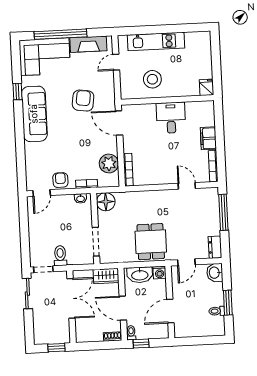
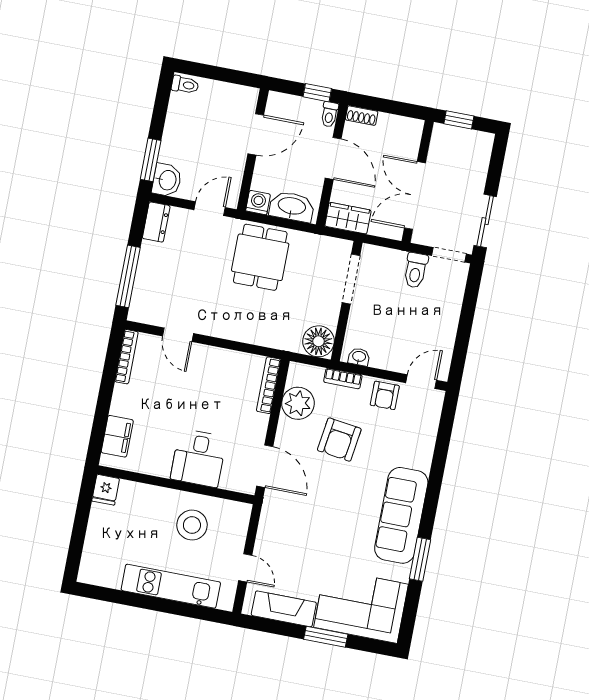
window: (61, 34) -> (326, 637), width x0.47
door: (116, 62) -> (245, 568), hinge flipped
window: (17, 91) -> (420, 559), width x1.50
armchair: (83, 101) -> (339, 440), moved
desk: (171, 118) -> (199, 458), moved
filing cabinet: (208, 138) -> (117, 436), moved
window: (228, 303) -> (151, 160), moved
toilet: (217, 311) -> (185, 85), moved

